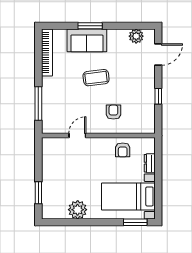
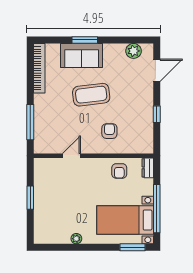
coffee table: (96, 78) -> (91, 95), width x1.36, depth x1.32
dresser: (150, 163) -> (148, 168), moved
window: (158, 186) -> (157, 209), added
window: (38, 193) -> (30, 198), moved
plant: (78, 210) -> (76, 239), width x0.53, depth x0.53

